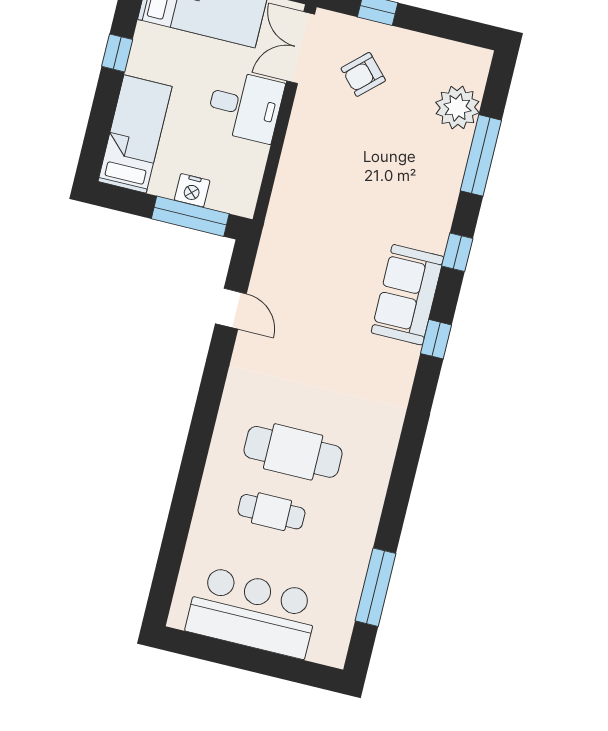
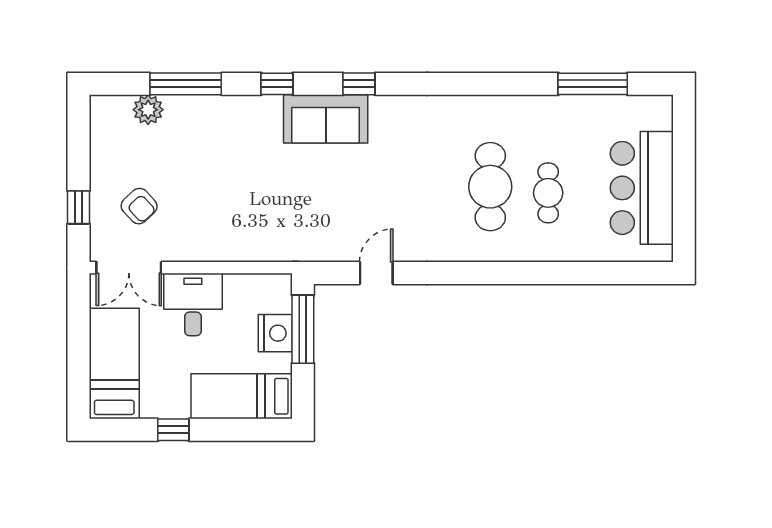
plant: (457, 108) -> (148, 110), width x0.73, depth x0.73
nightstand: (192, 190) -> (275, 333), width x1.36, depth x1.33

